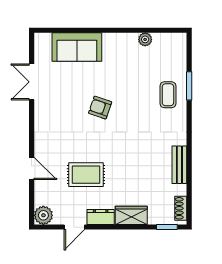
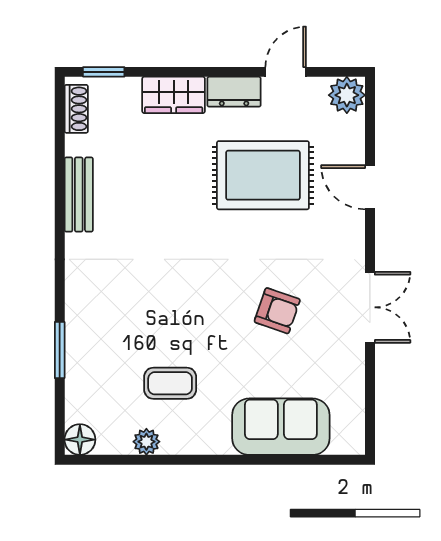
floor lamp: (179, 41) -> (80, 440), added
double door: (32, 82) -> (370, 307), moved
coffee table: (168, 95) -> (170, 383), moved, turned 90
armchair: (100, 108) -> (277, 311), moved
rug: (86, 175) -> (263, 175), width x1.36, depth x1.43

